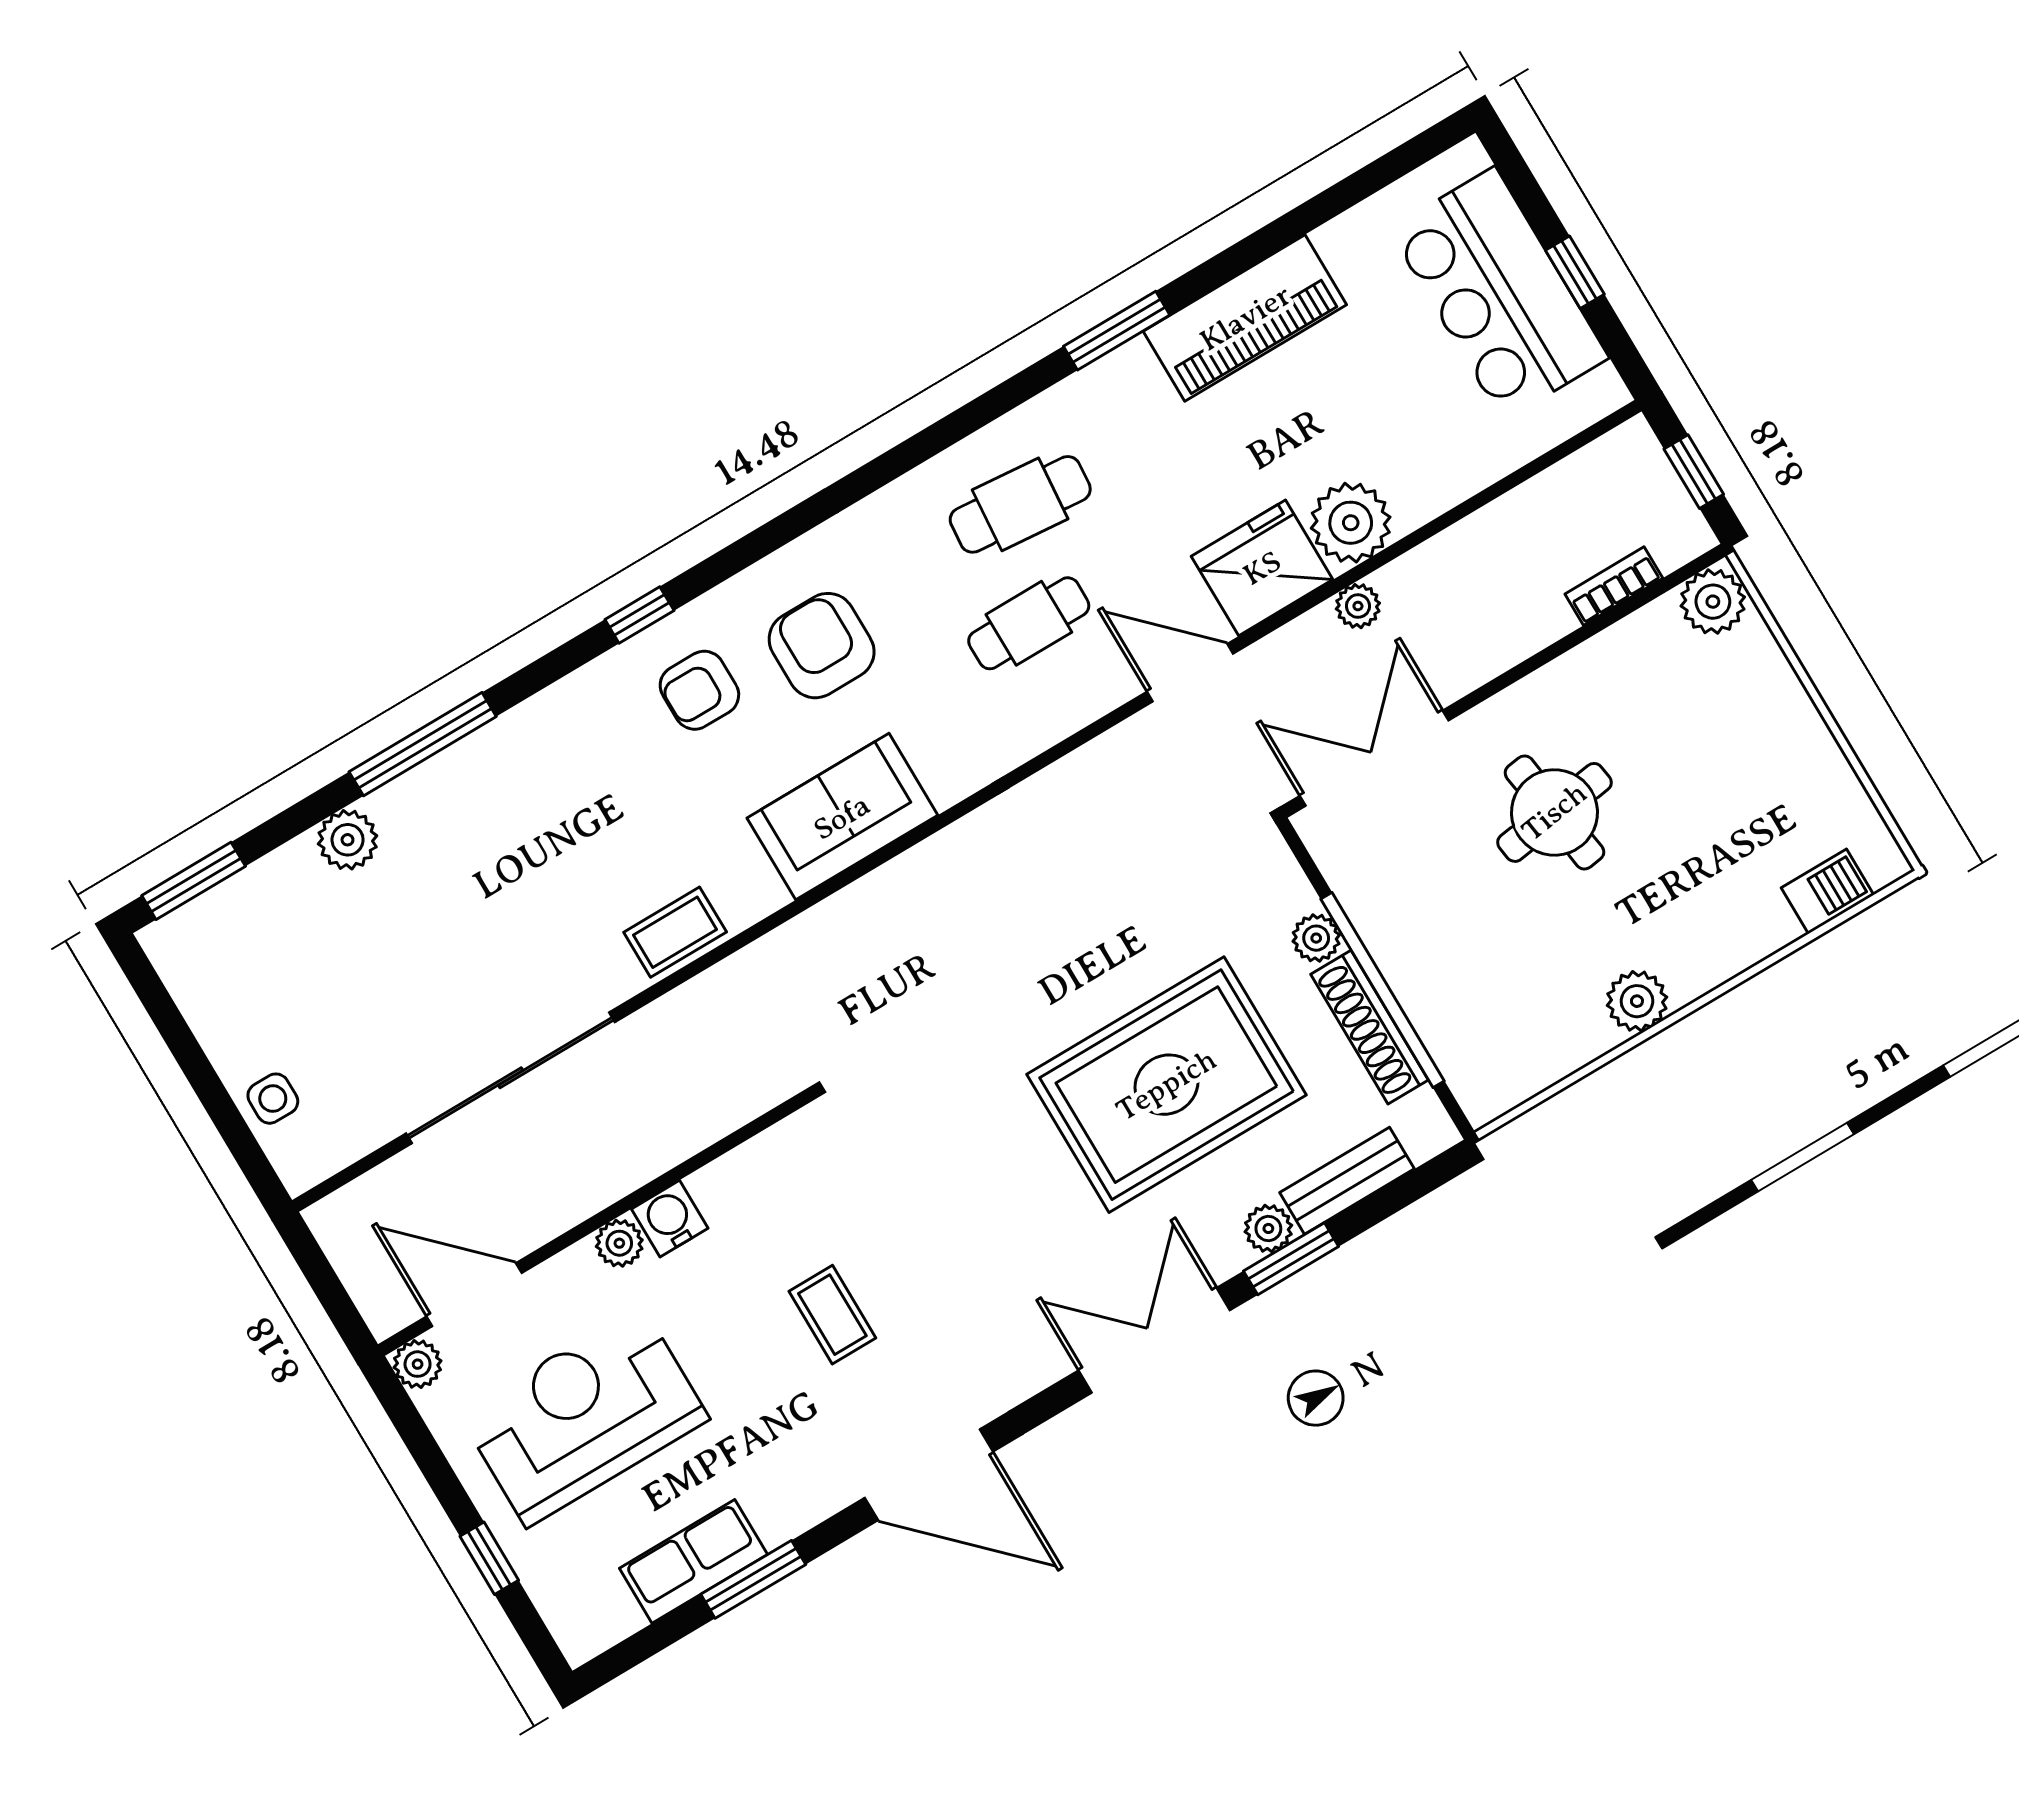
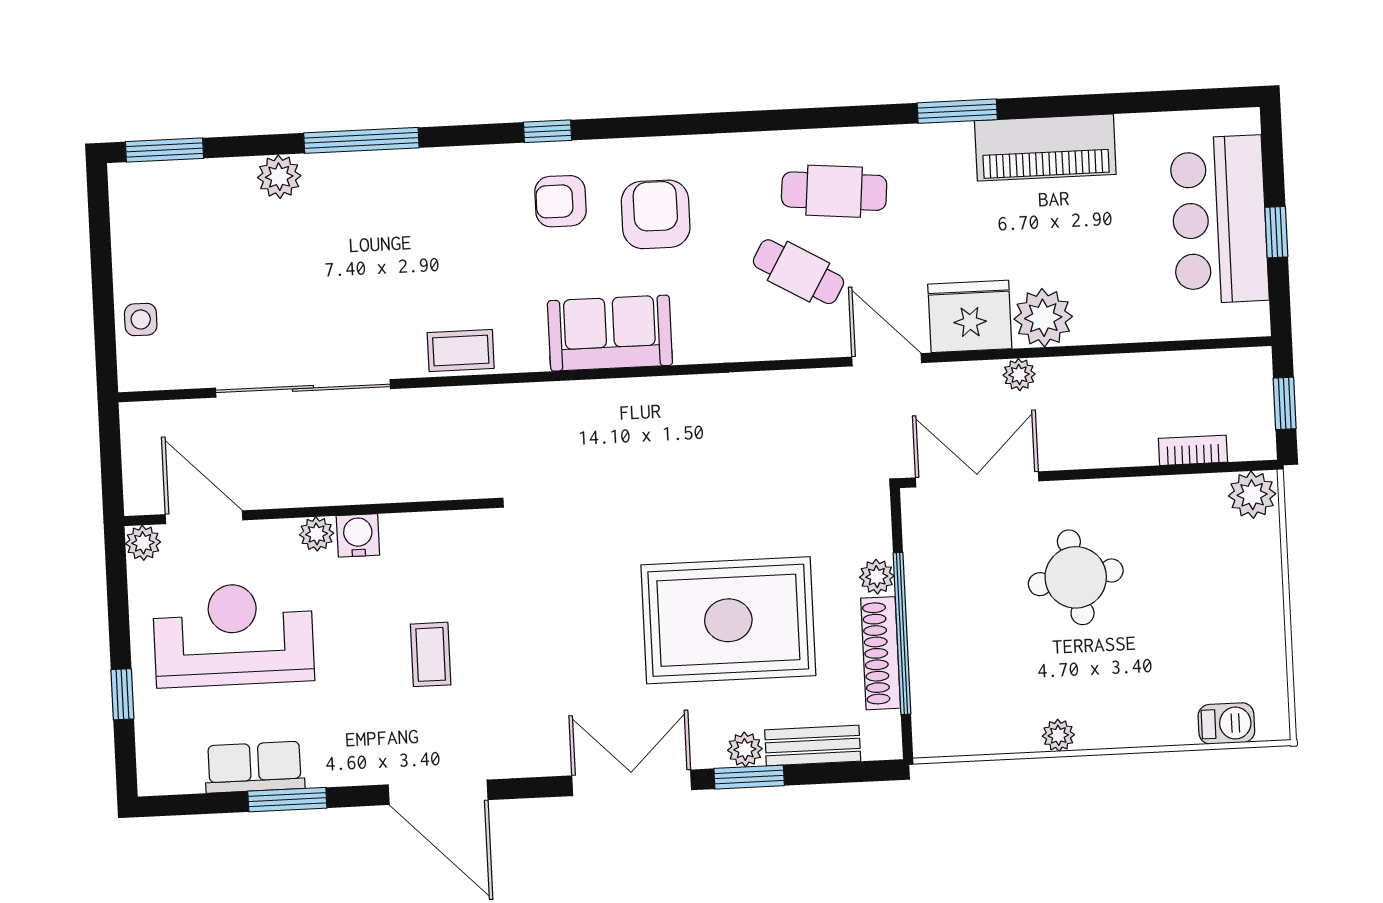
cafe table: (1029, 623) -> (798, 272), turned 30
plant: (1637, 1001) -> (1058, 735), width x0.73, depth x0.73

